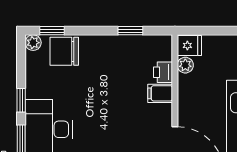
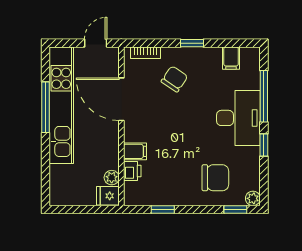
chair: (64, 51) -> (215, 178), moved

